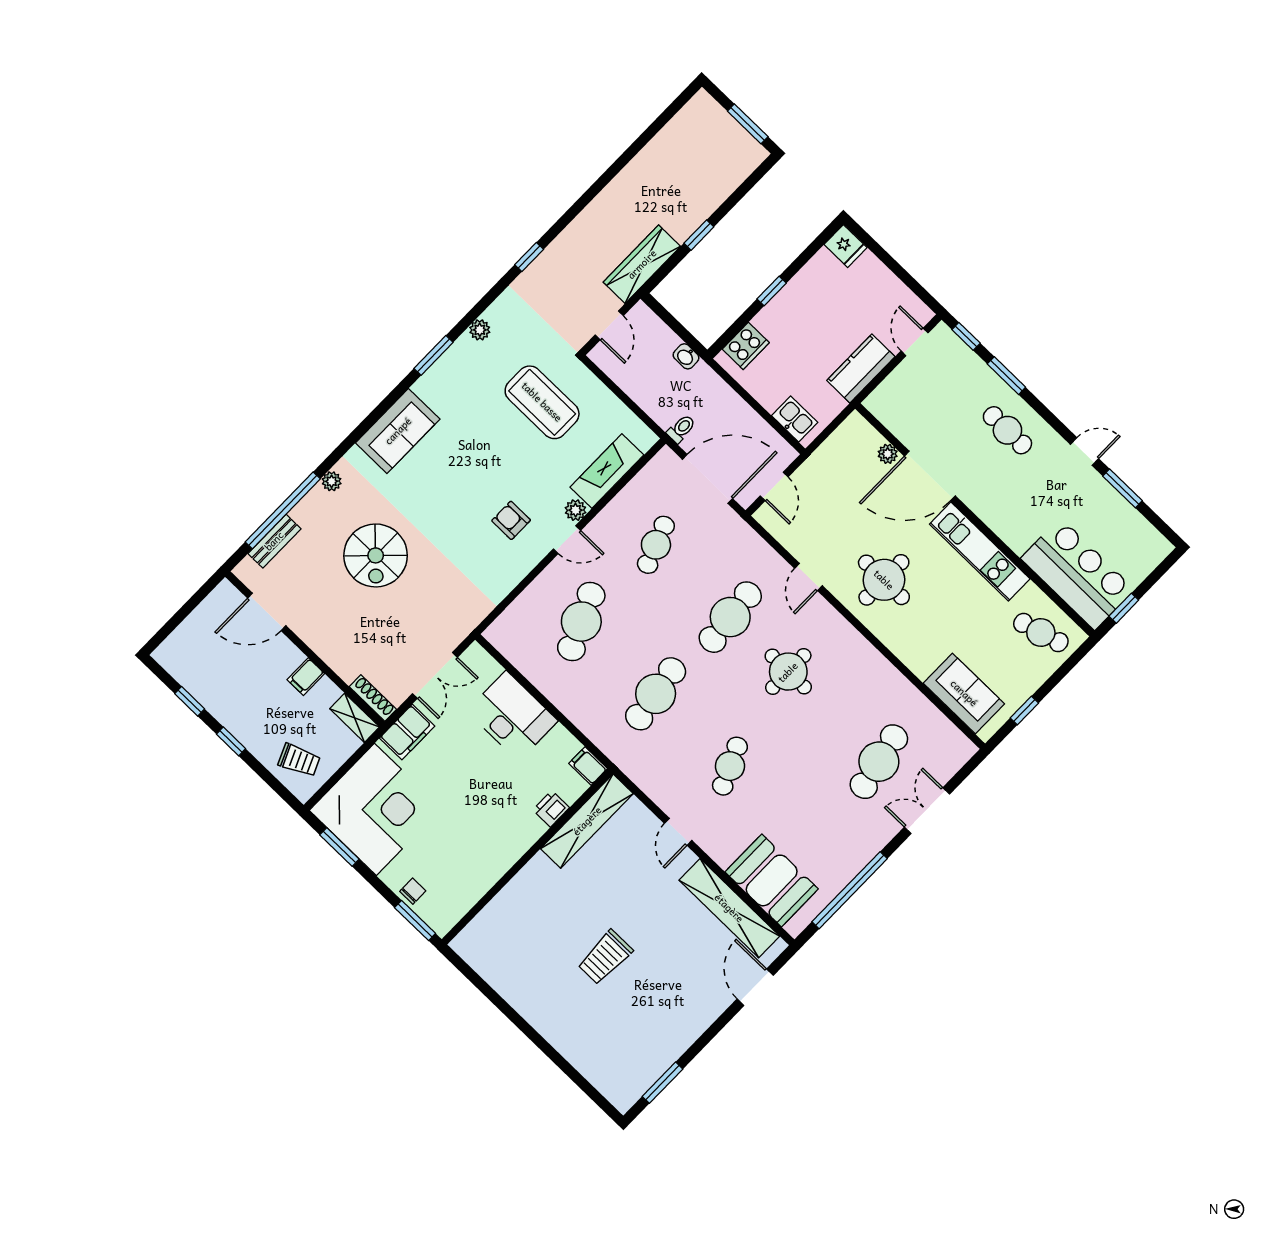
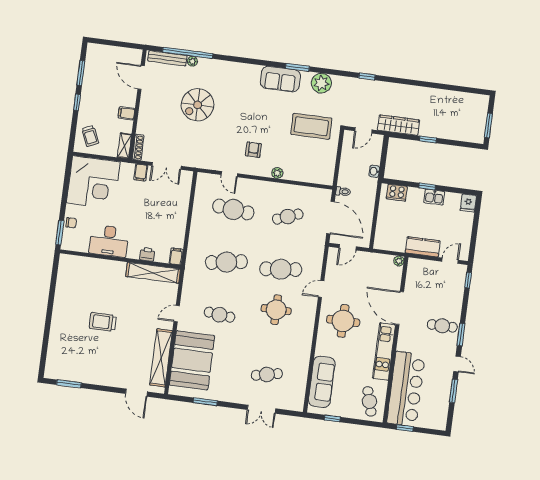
plant: (480, 330) -> (321, 83), width x1.88, depth x1.88
window: (1006, 376) -> (461, 335), moved
coffee table: (542, 402) -> (311, 126), turned 90
kitchen sink: (795, 419) -> (434, 197), moved, turned 90
cafe table: (1007, 430) -> (442, 326), turned 90
sofa: (398, 431) -> (280, 79), moved
plant: (888, 454) -> (399, 261), moved
fireplace: (607, 471) -> (303, 174), removed
plant: (332, 481) -> (192, 61), moved
door: (567, 540) -> (229, 174), moved
bench: (274, 541) -> (167, 58), width x1.36
bar counter: (1077, 574) -> (406, 389), width x1.36
cafe table: (581, 622) -> (233, 209), turned 30
sofa: (964, 693) -> (322, 382), width x1.36
window: (190, 701) -> (81, 73), width x1.50
desk: (512, 716) -> (109, 241), moved, turned 90
filing cabinet: (407, 732) -> (141, 173), width x0.50
cafe table: (879, 762) -> (267, 374), width x0.73, depth x0.74
cafe table: (730, 766) -> (219, 315), turned 30
double door: (927, 811) -> (262, 409), swing flipped
window: (339, 847) -> (67, 179), removed
booth: (772, 880) -> (192, 360), width x1.36, depth x1.42
window: (850, 890) -> (205, 402), width x0.47
door: (755, 987) -> (137, 393), swing flipped

